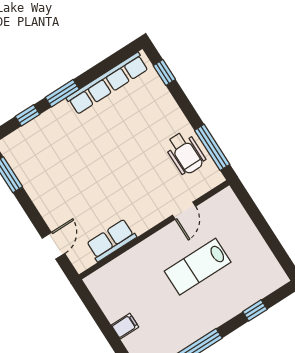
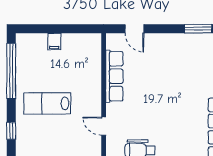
row of seats: (111, 240) -> (114, 76), width x1.48
lab bench: (198, 267) -> (47, 103), moved, turned -90

